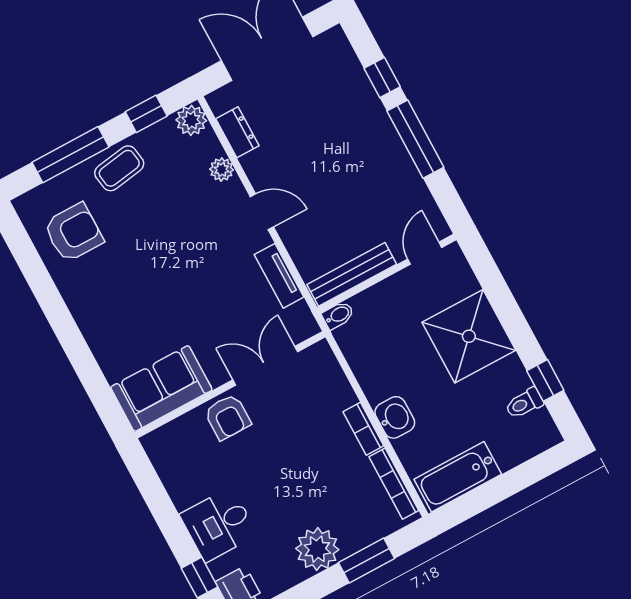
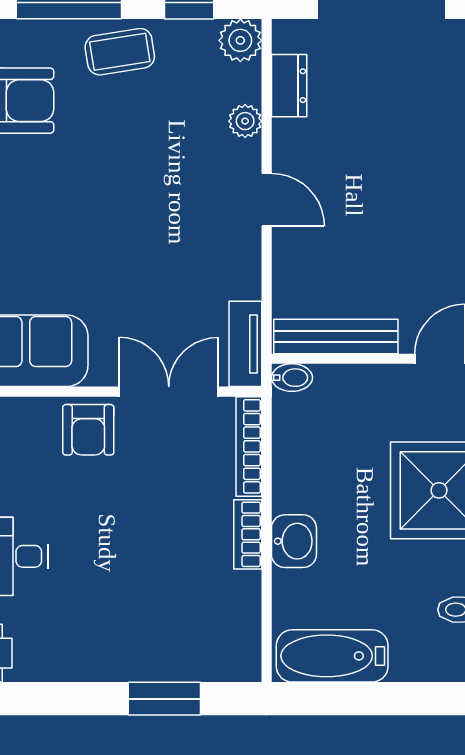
tv unit: (279, 276) -> (245, 344), moved
bookcase: (394, 484) -> (249, 446), moved
plant: (317, 549) -> (111, 652), removed

